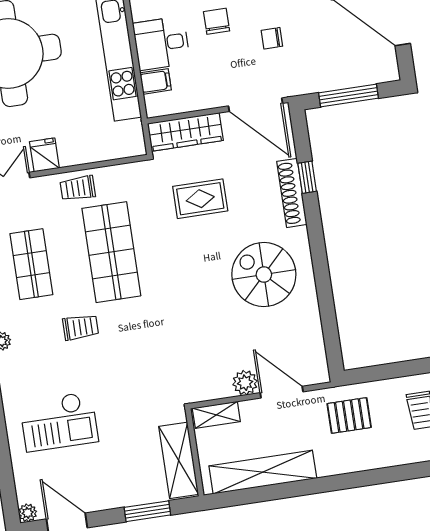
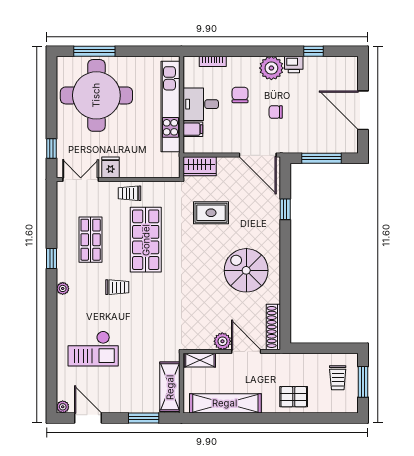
wardrobe: (185, 132) -> (200, 166), width x0.67
shoe rack: (292, 193) -> (273, 327), moved
pallet: (349, 415) -> (294, 397), moved

